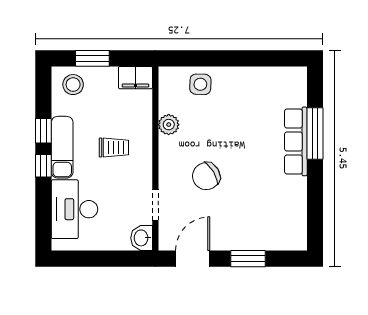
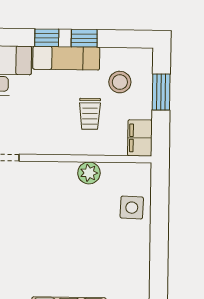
stool: (73, 85) -> (120, 82), moved
trolley: (114, 147) -> (90, 114), moved
chair: (206, 176) -> (33, 212), removed

